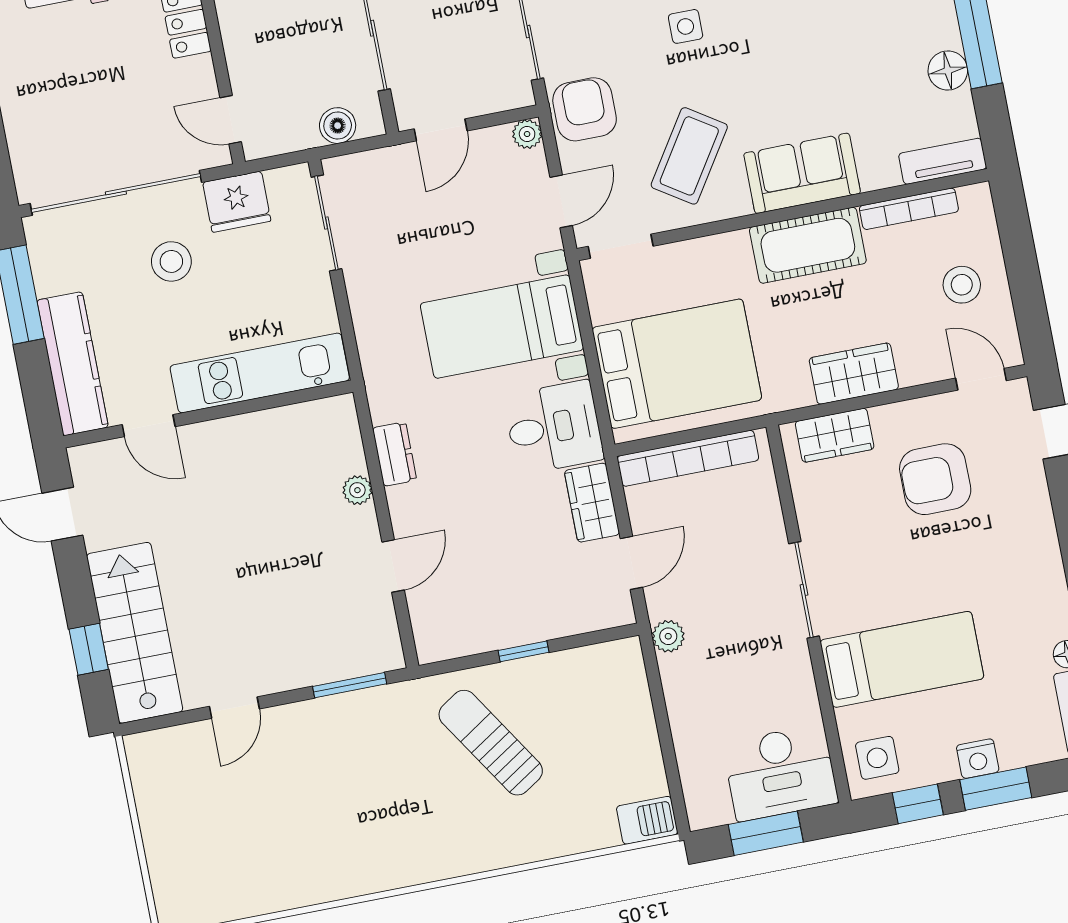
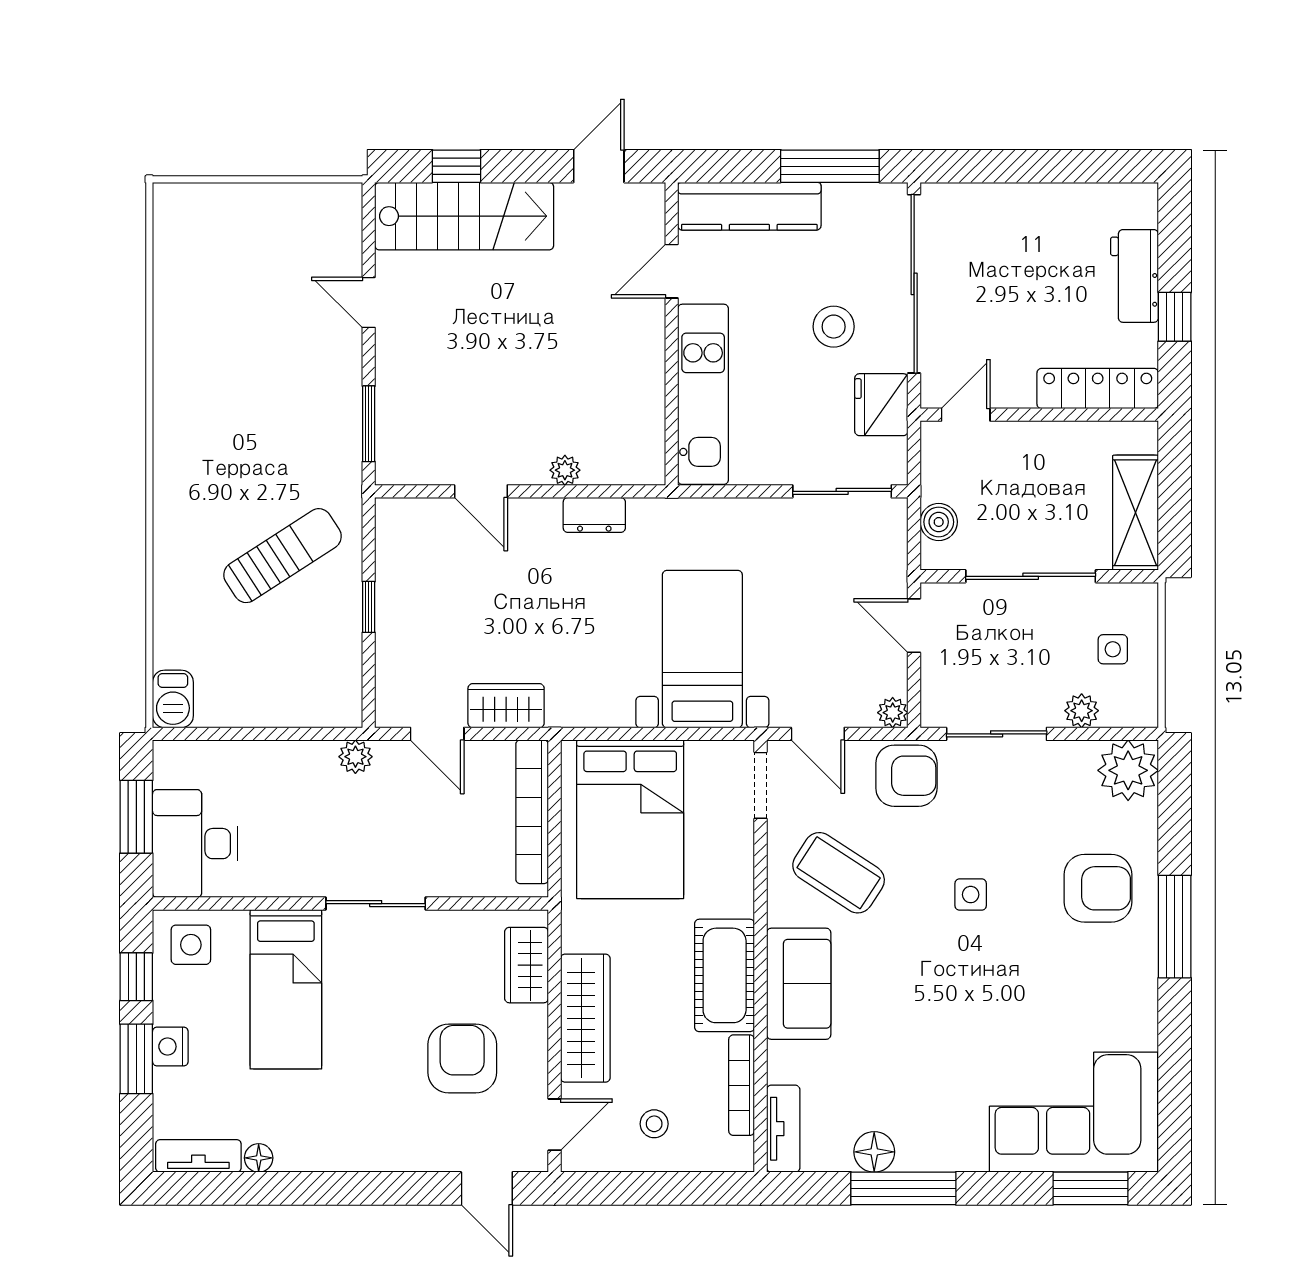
stool: (962, 285) -> (654, 1124), width x0.73, depth x0.73
wardrobe: (854, 374) -> (585, 1018), width x1.50
desk: (554, 427) -> (590, 682), removed

